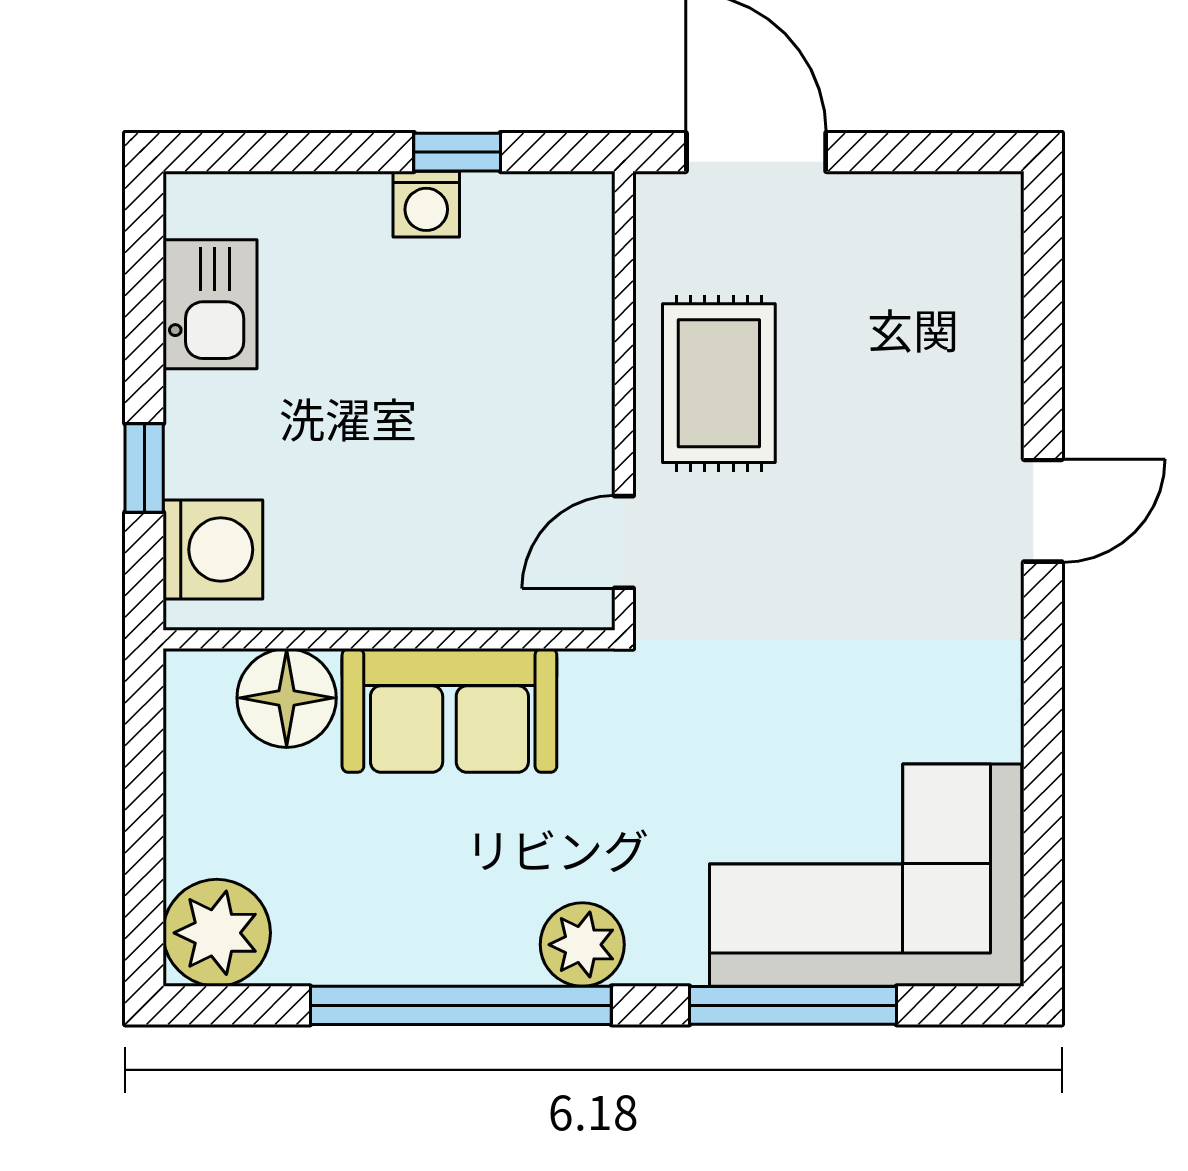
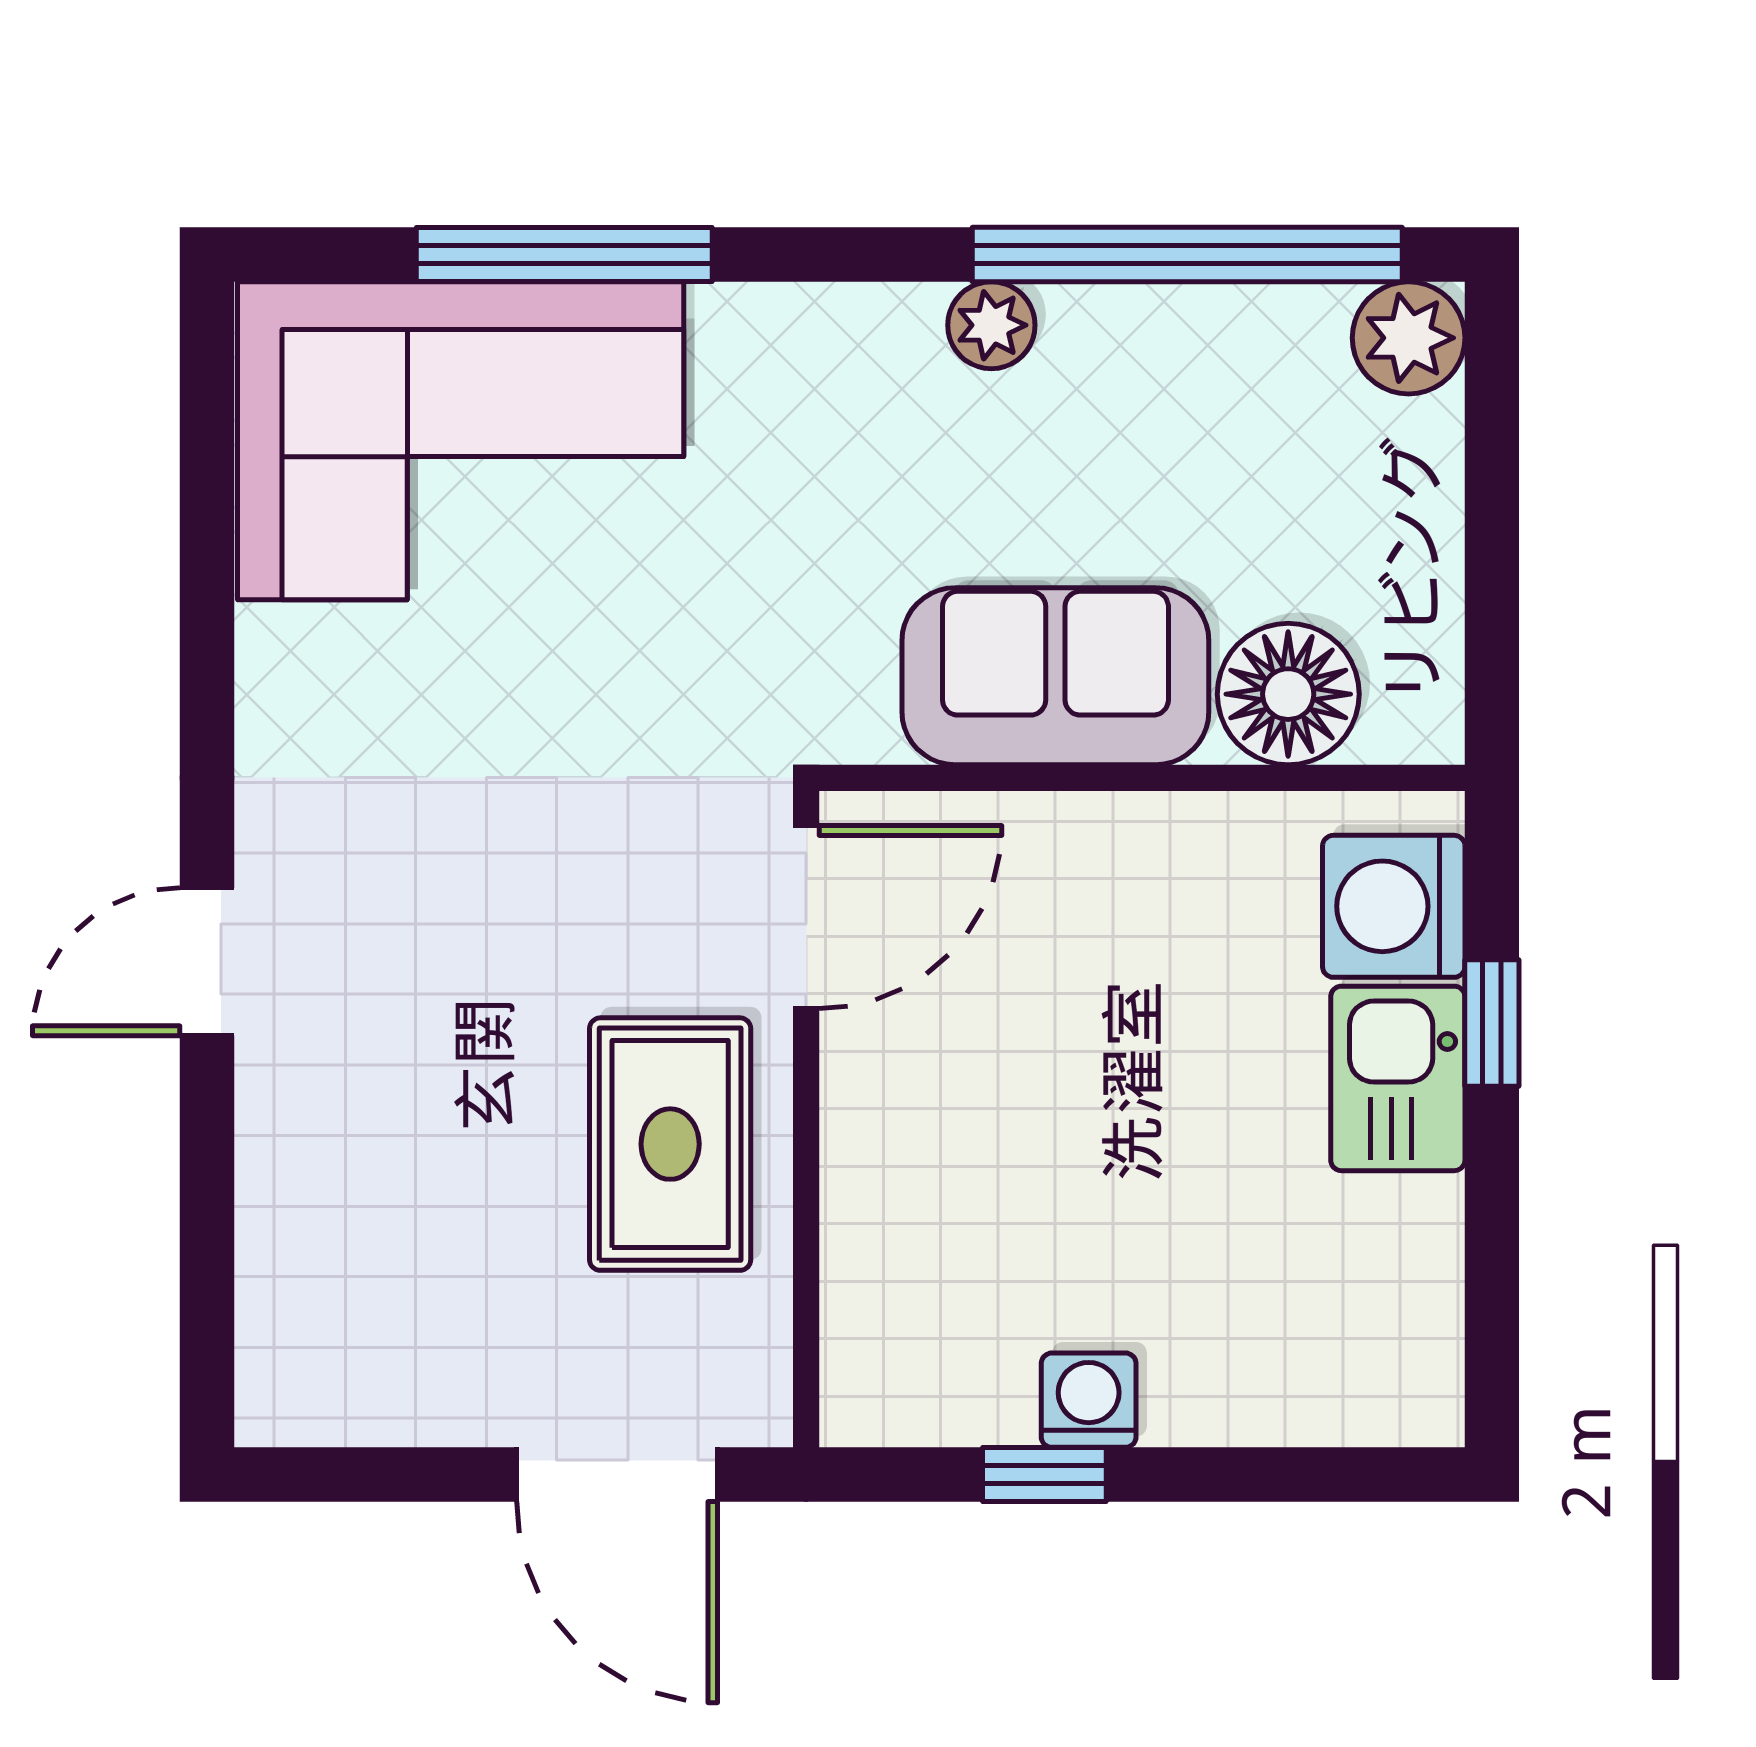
kitchen sink: (210, 304) -> (1398, 1078), moved
door: (624, 542) -> (806, 917), width x1.38
plant: (217, 933) -> (1409, 338), width x0.73, depth x0.73
plant: (582, 945) -> (991, 325), moved, width x0.73, depth x0.73
window: (461, 1005) -> (1187, 255), moved

